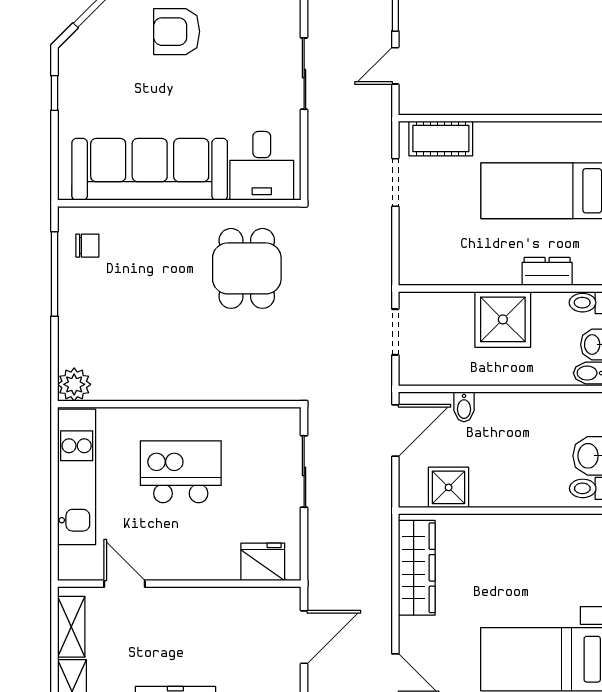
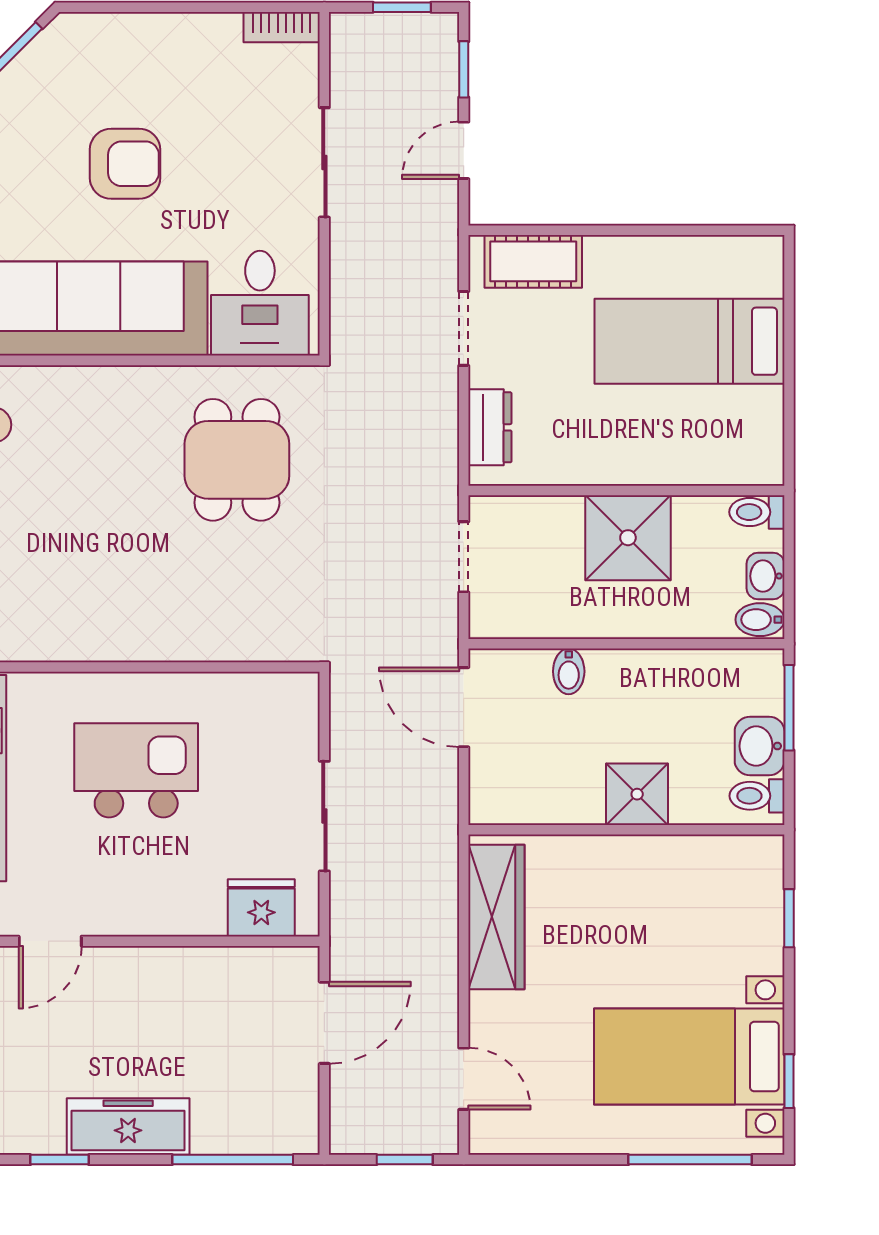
armchair: (177, 32) -> (125, 164), moved, turned 180
dresser: (547, 271) -> (490, 427), moved, turned 90
door: (395, 430) -> (464, 707), swing flipped
sliding door: (304, 471) -> (324, 816), moved
shower: (449, 487) -> (637, 794), moved
door: (124, 584) -> (50, 941), swing flipped

